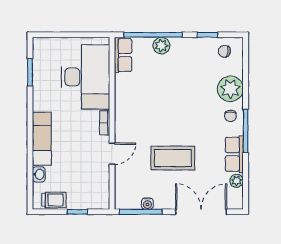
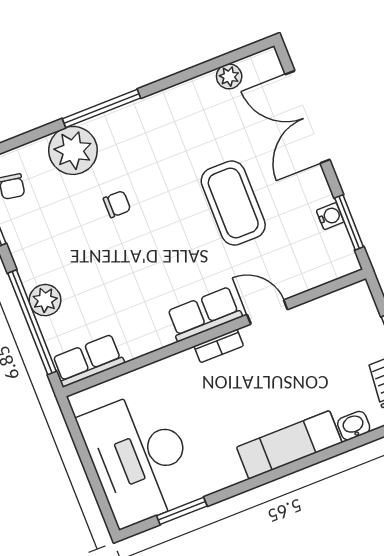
desk: (85, 77) -> (139, 458), moved, turned -90
chair: (230, 116) -> (117, 204), moved
window: (246, 131) -> (102, 108), moved
row of seats: (234, 154) -> (204, 314), moved, turned 180
window: (141, 212) -> (349, 222), width x0.69

